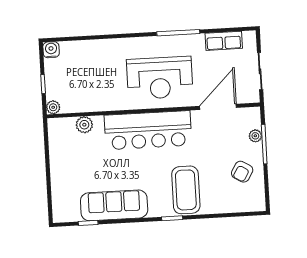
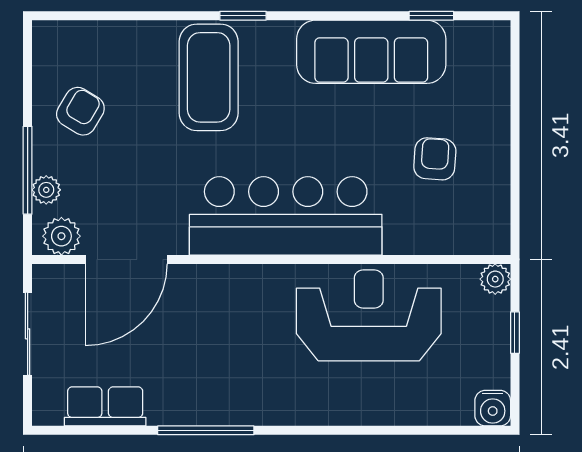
reception desk: (160, 78) -> (369, 315), moved
plant: (84, 125) -> (61, 236), moved
armchair: (83, 159) -> (435, 159), added

